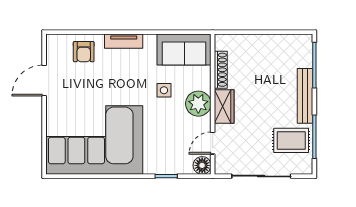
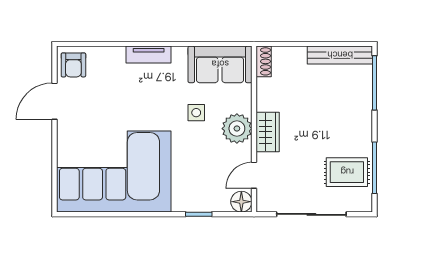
armchair: (84, 52) -> (73, 65), moved
shoe rack: (221, 70) -> (264, 61), moved, width x0.70
bench: (305, 96) -> (340, 55), moved, turned 90

